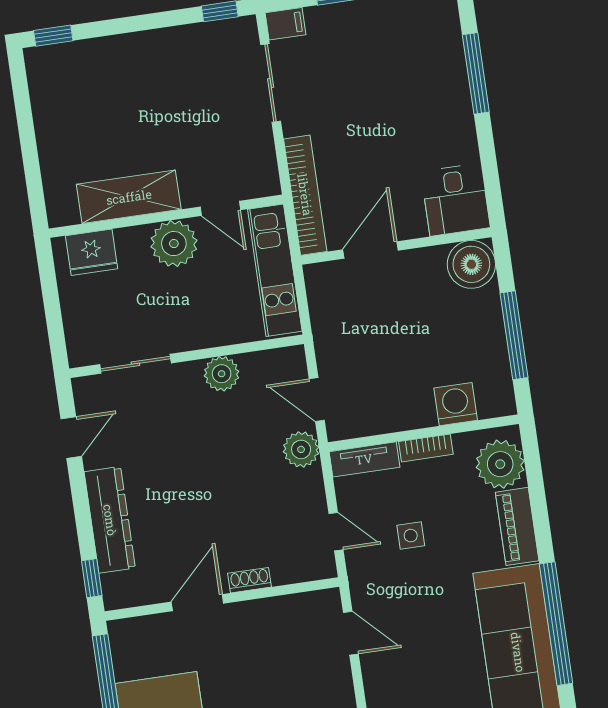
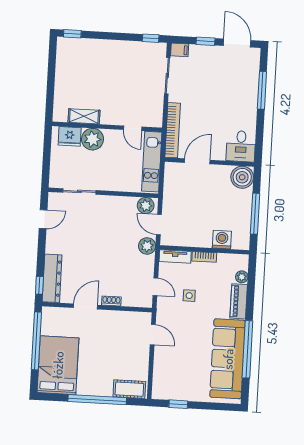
shelving: (129, 197) -> (84, 116), width x0.67, depth x0.75
plant: (174, 244) -> (93, 139), moved
plant: (222, 374) -> (146, 206), moved
plant: (500, 464) -> (242, 277), width x0.53, depth x0.53
dresser: (110, 520) -> (52, 278), moved

